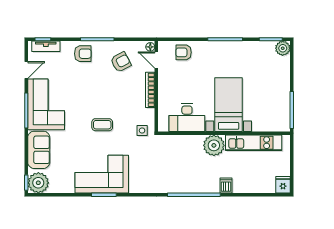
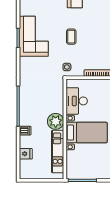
fridge: (283, 185) -> (26, 154), moved

